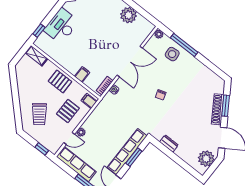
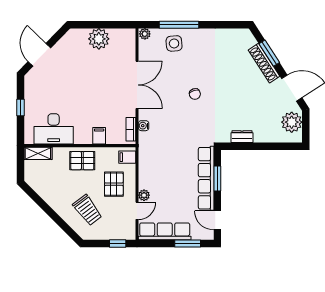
desk: (61, 26) -> (54, 129), moved, turned -90
window: (39, 31) -> (20, 108), moved

